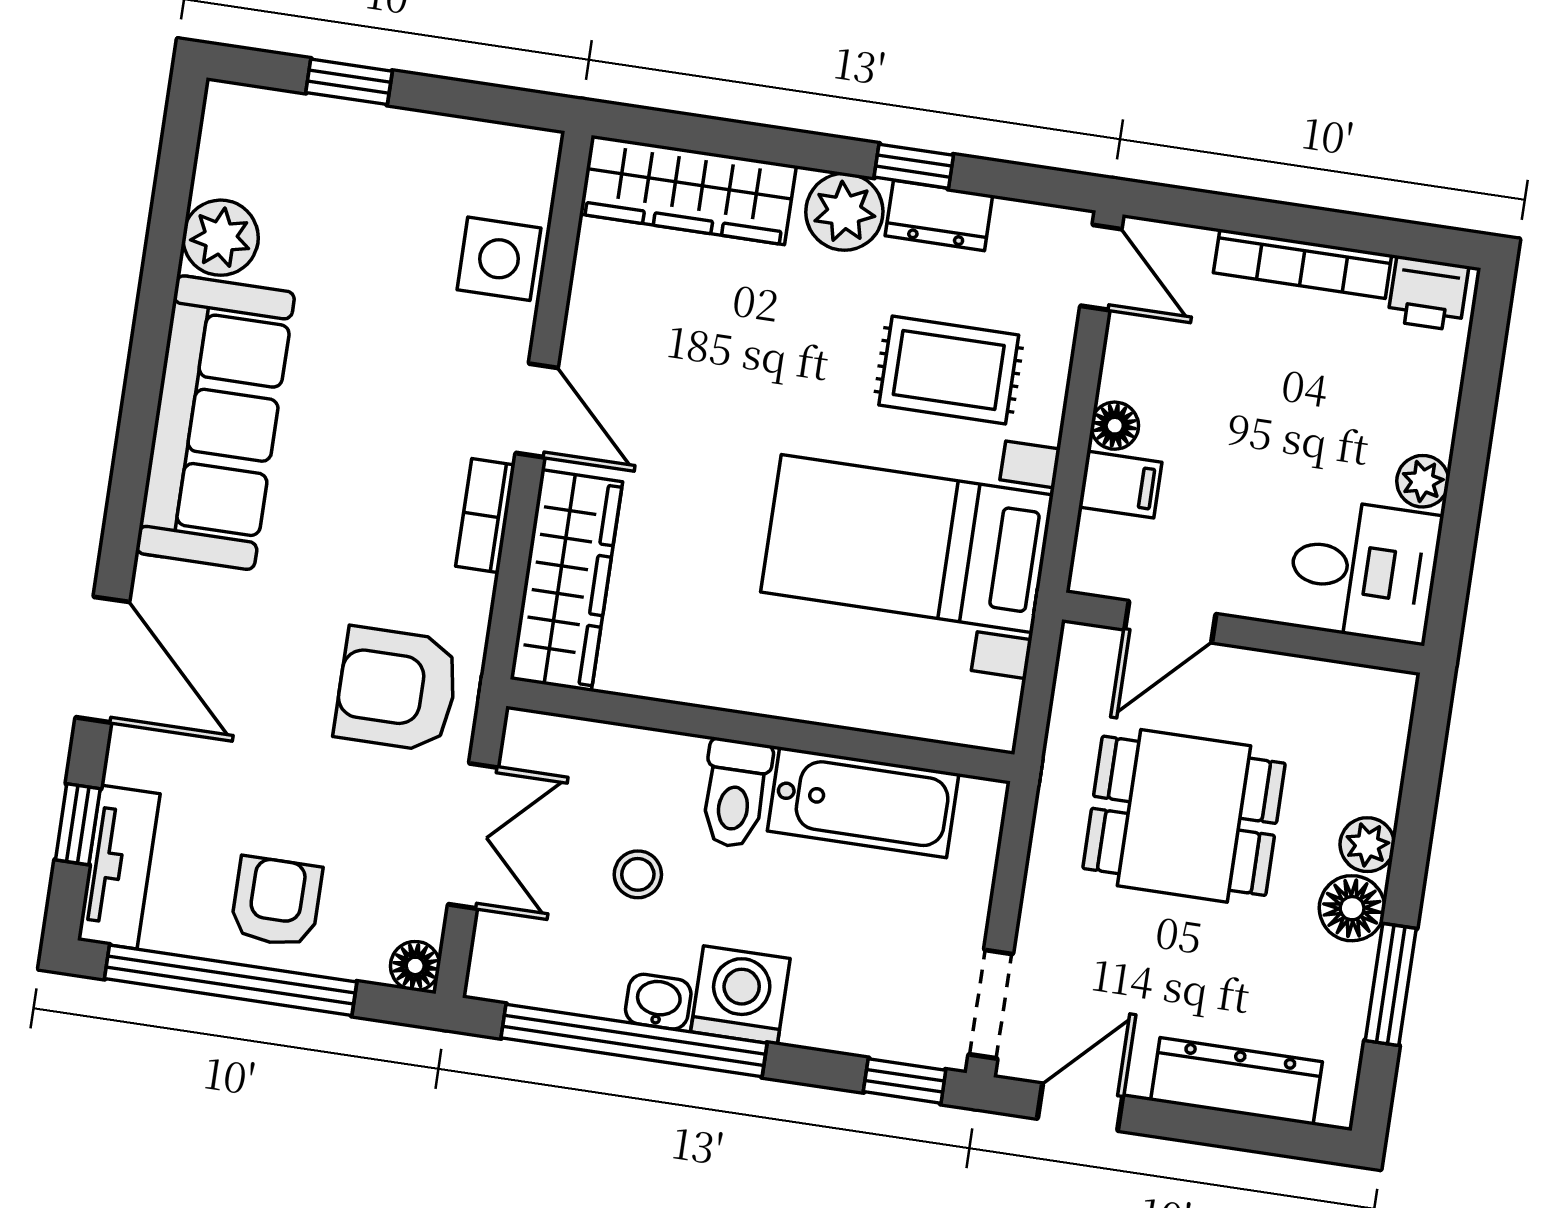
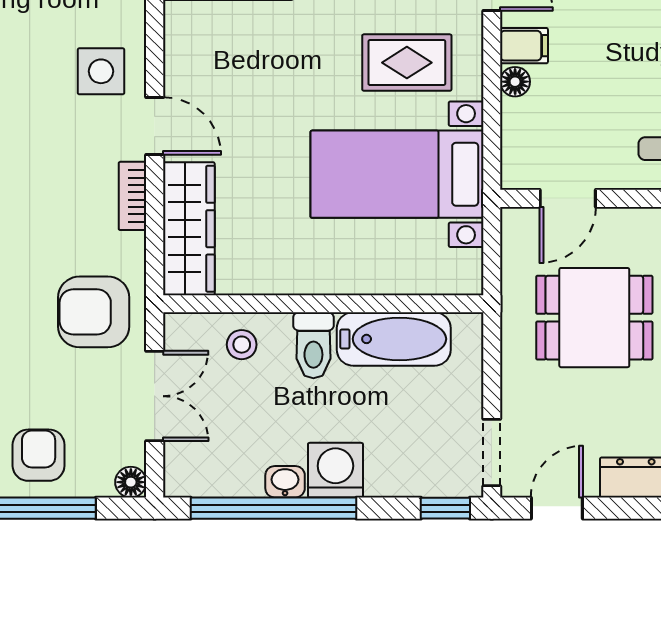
side table: (499, 259) -> (101, 71), moved
filing cabinet: (1120, 485) -> (524, 46), moved
stool: (638, 874) -> (242, 345), moved

